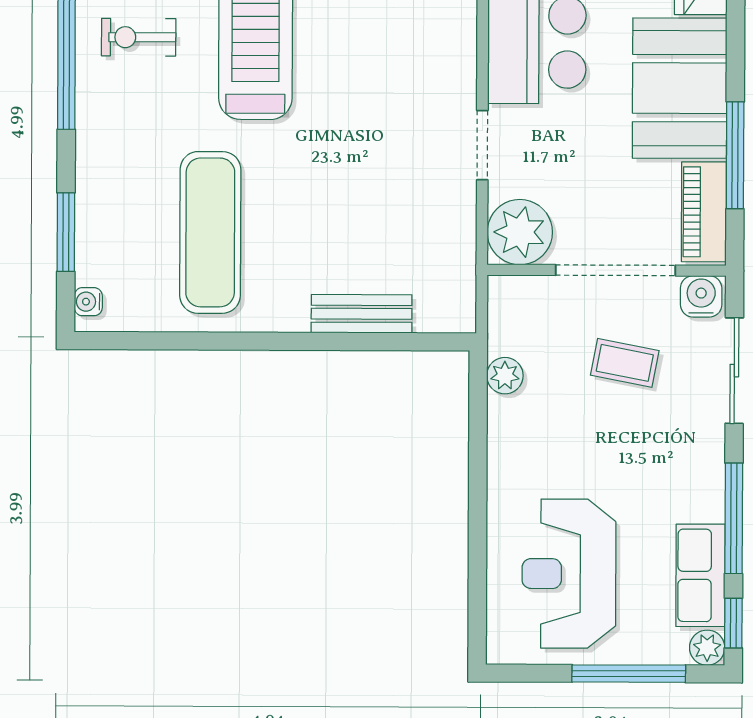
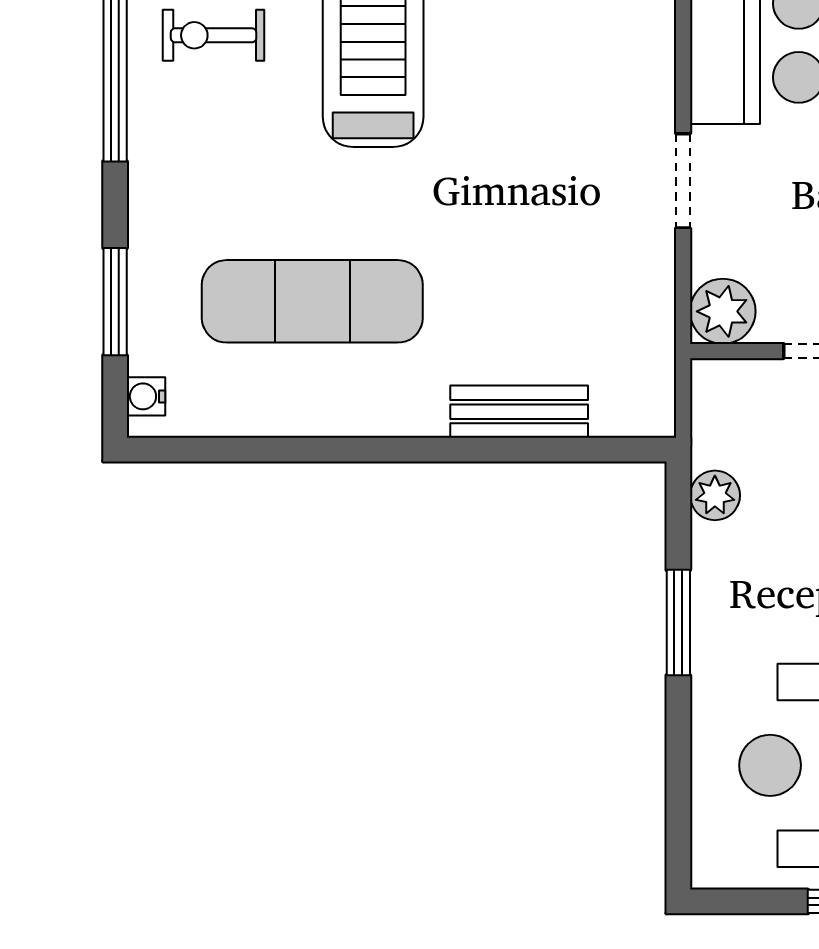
exercise mat: (210, 232) -> (312, 301), turned 90
plant: (520, 232) -> (723, 311), width x0.73, depth x0.73
window: (478, 469) -> (678, 623), added

